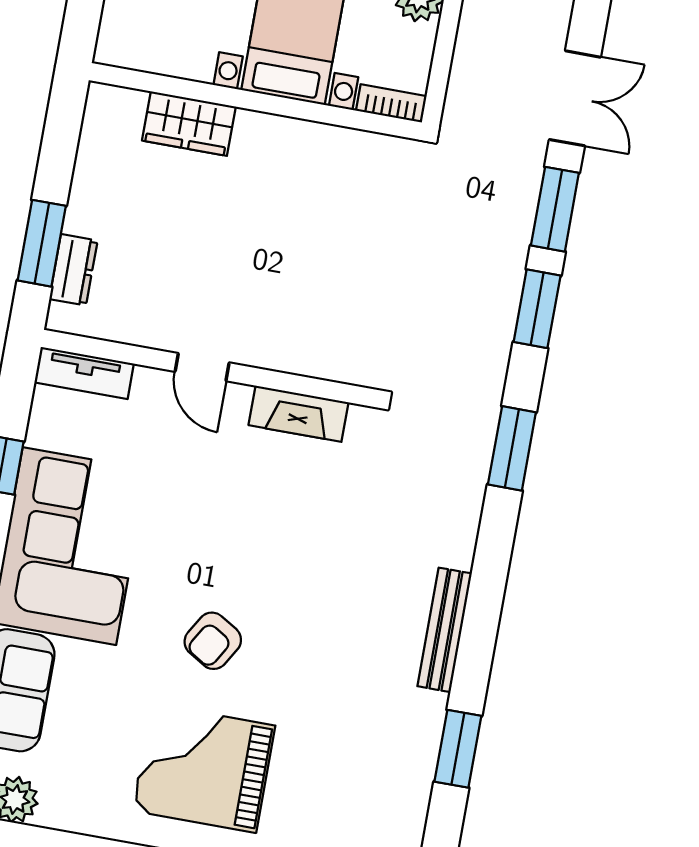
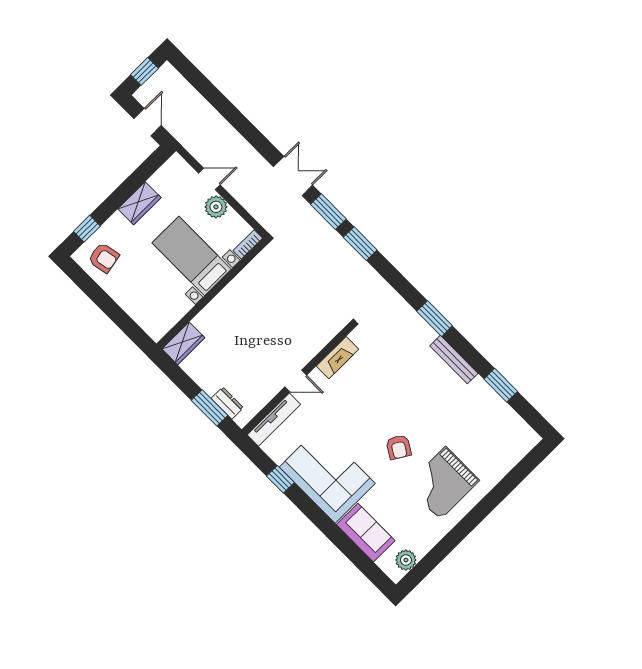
wardrobe: (189, 124) -> (183, 343), moved
tv unit: (84, 373) -> (274, 420), width x1.41
window: (512, 448) -> (435, 319), moved

